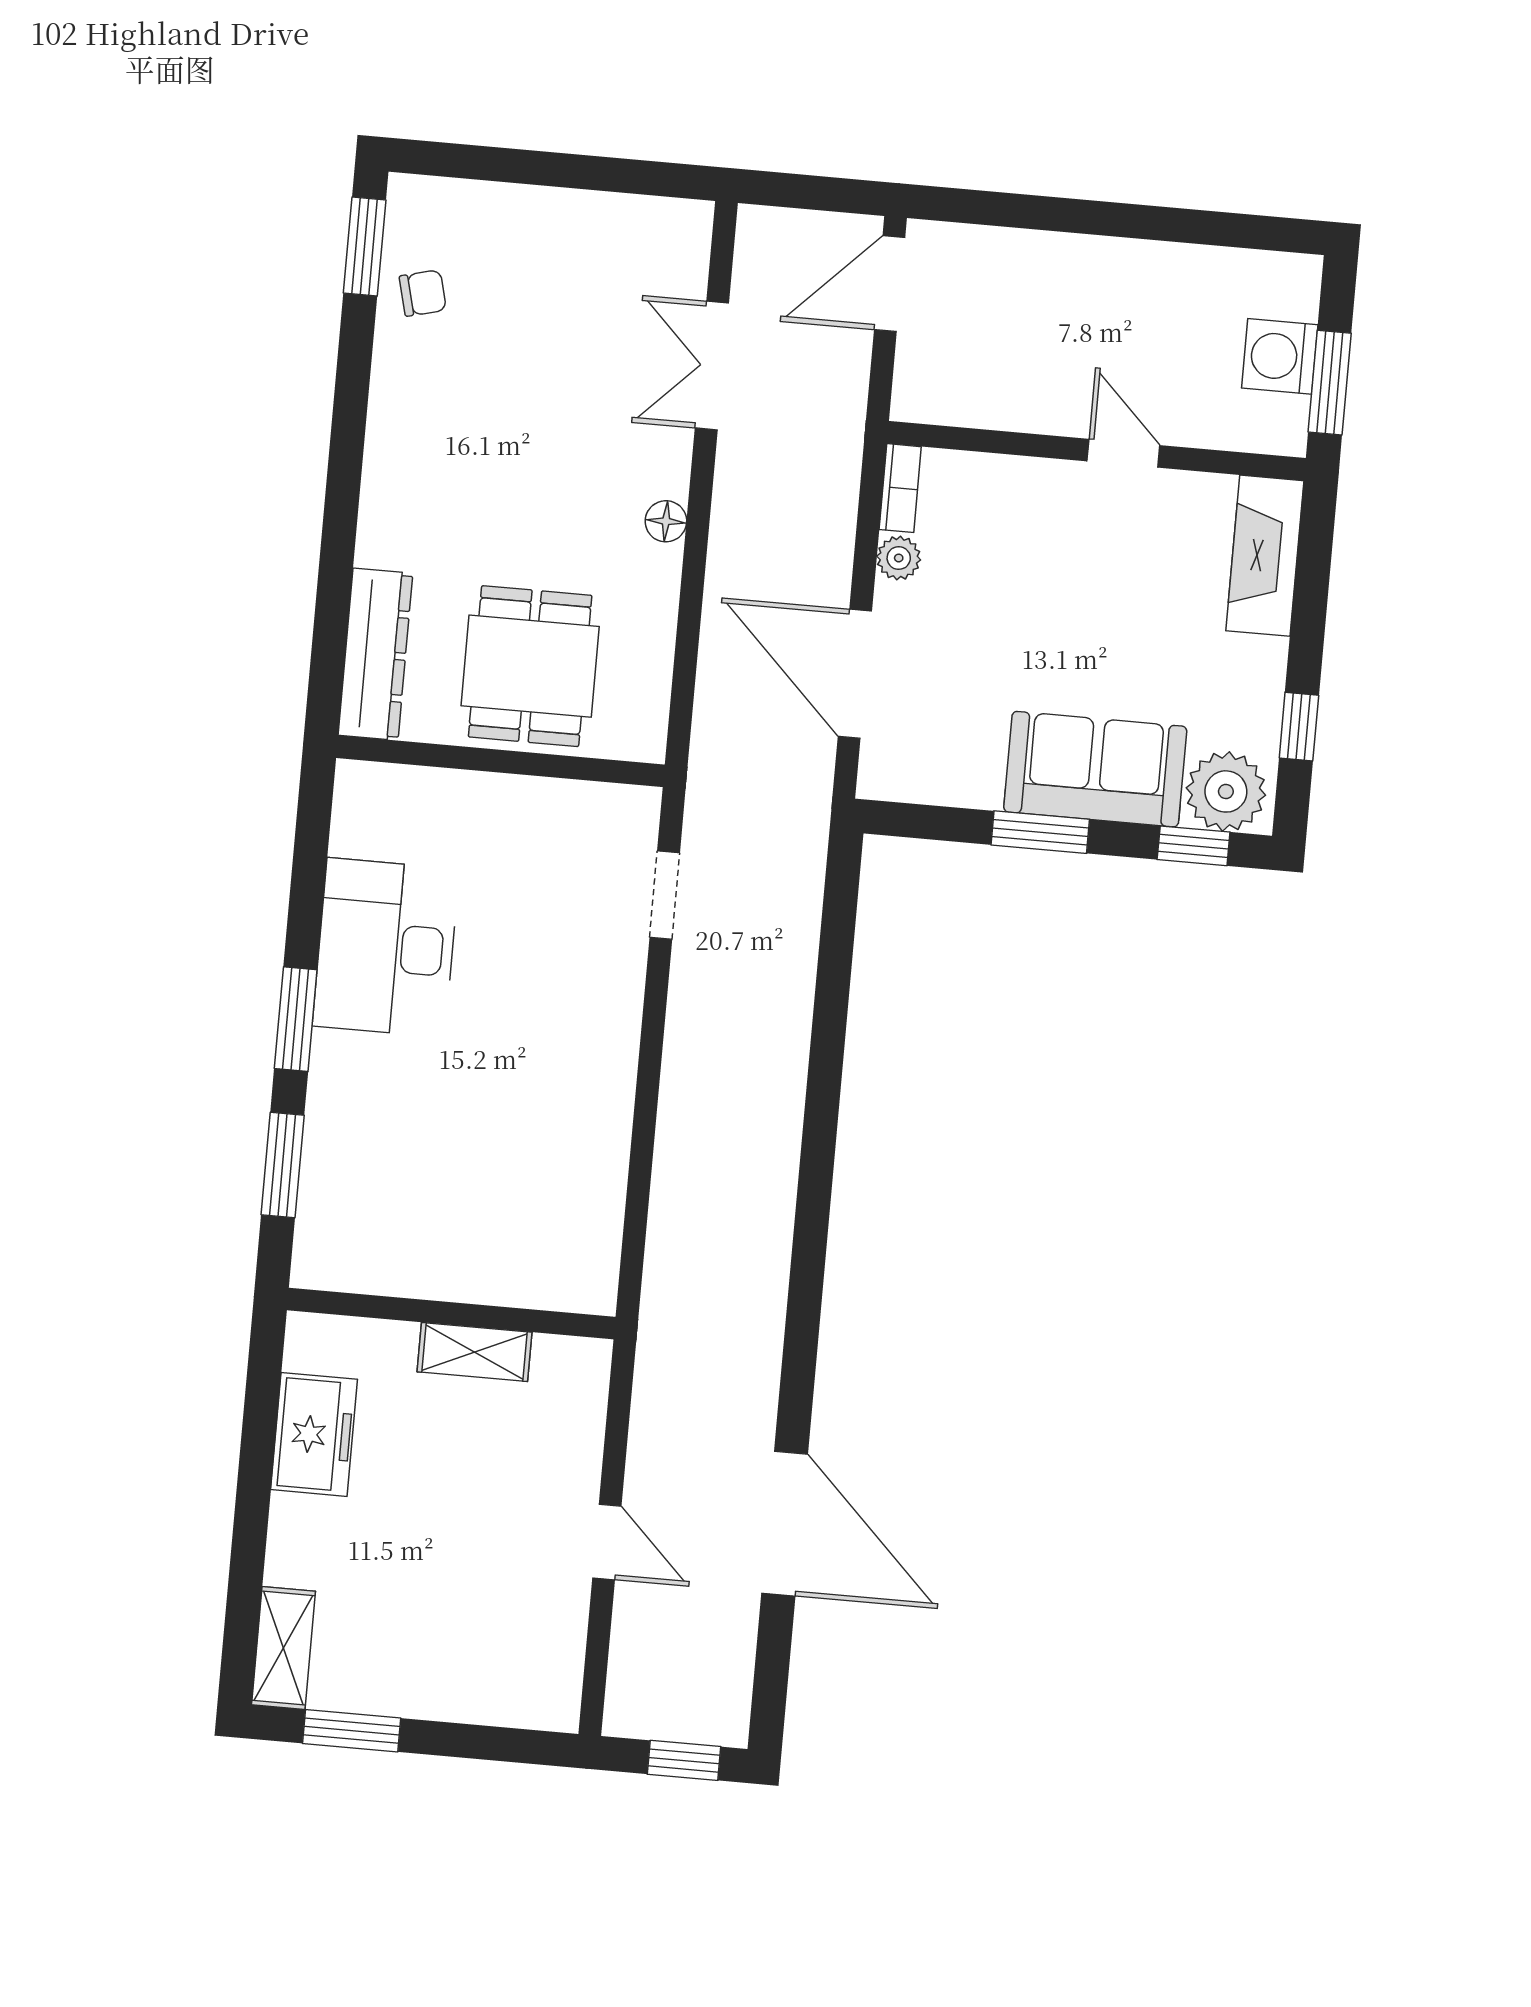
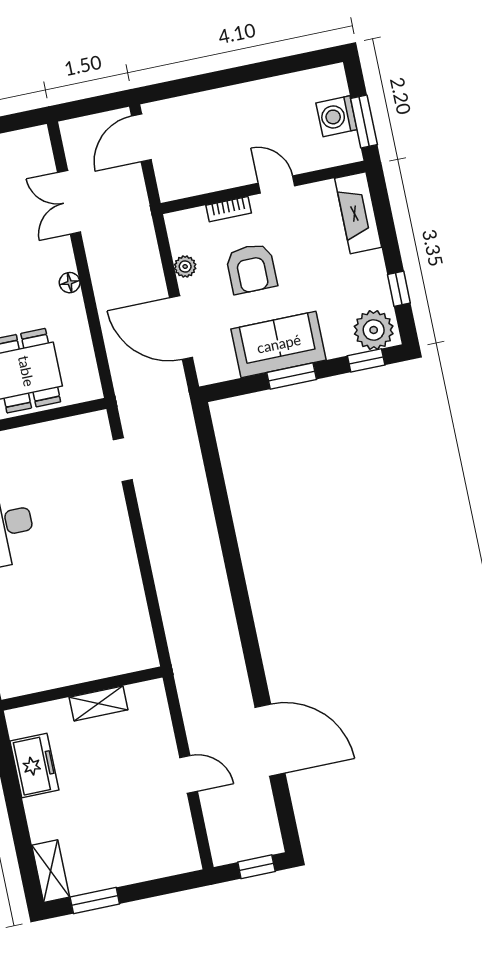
bookcase: (900, 488) -> (229, 209), moved, turned 90
armchair: (1025, 601) -> (251, 269), added
sofa: (1095, 769) -> (279, 344), moved

